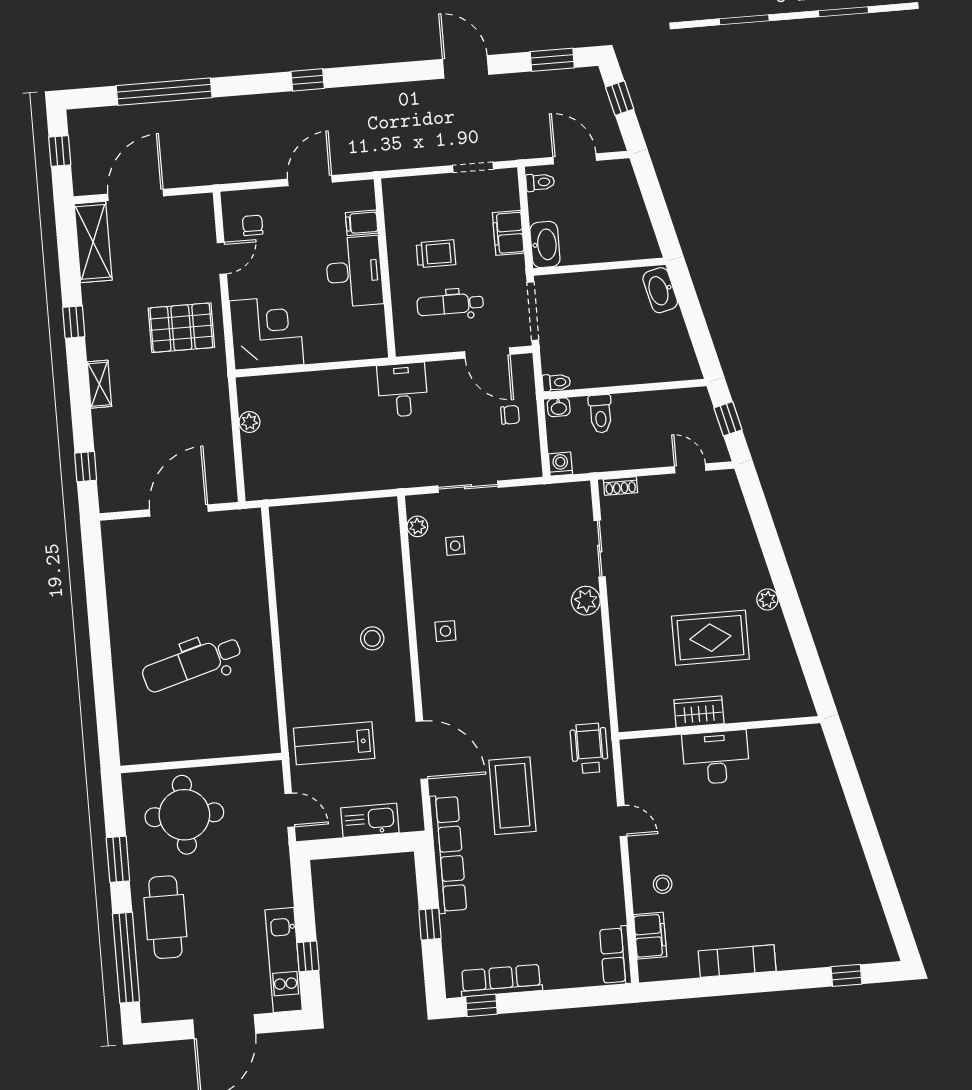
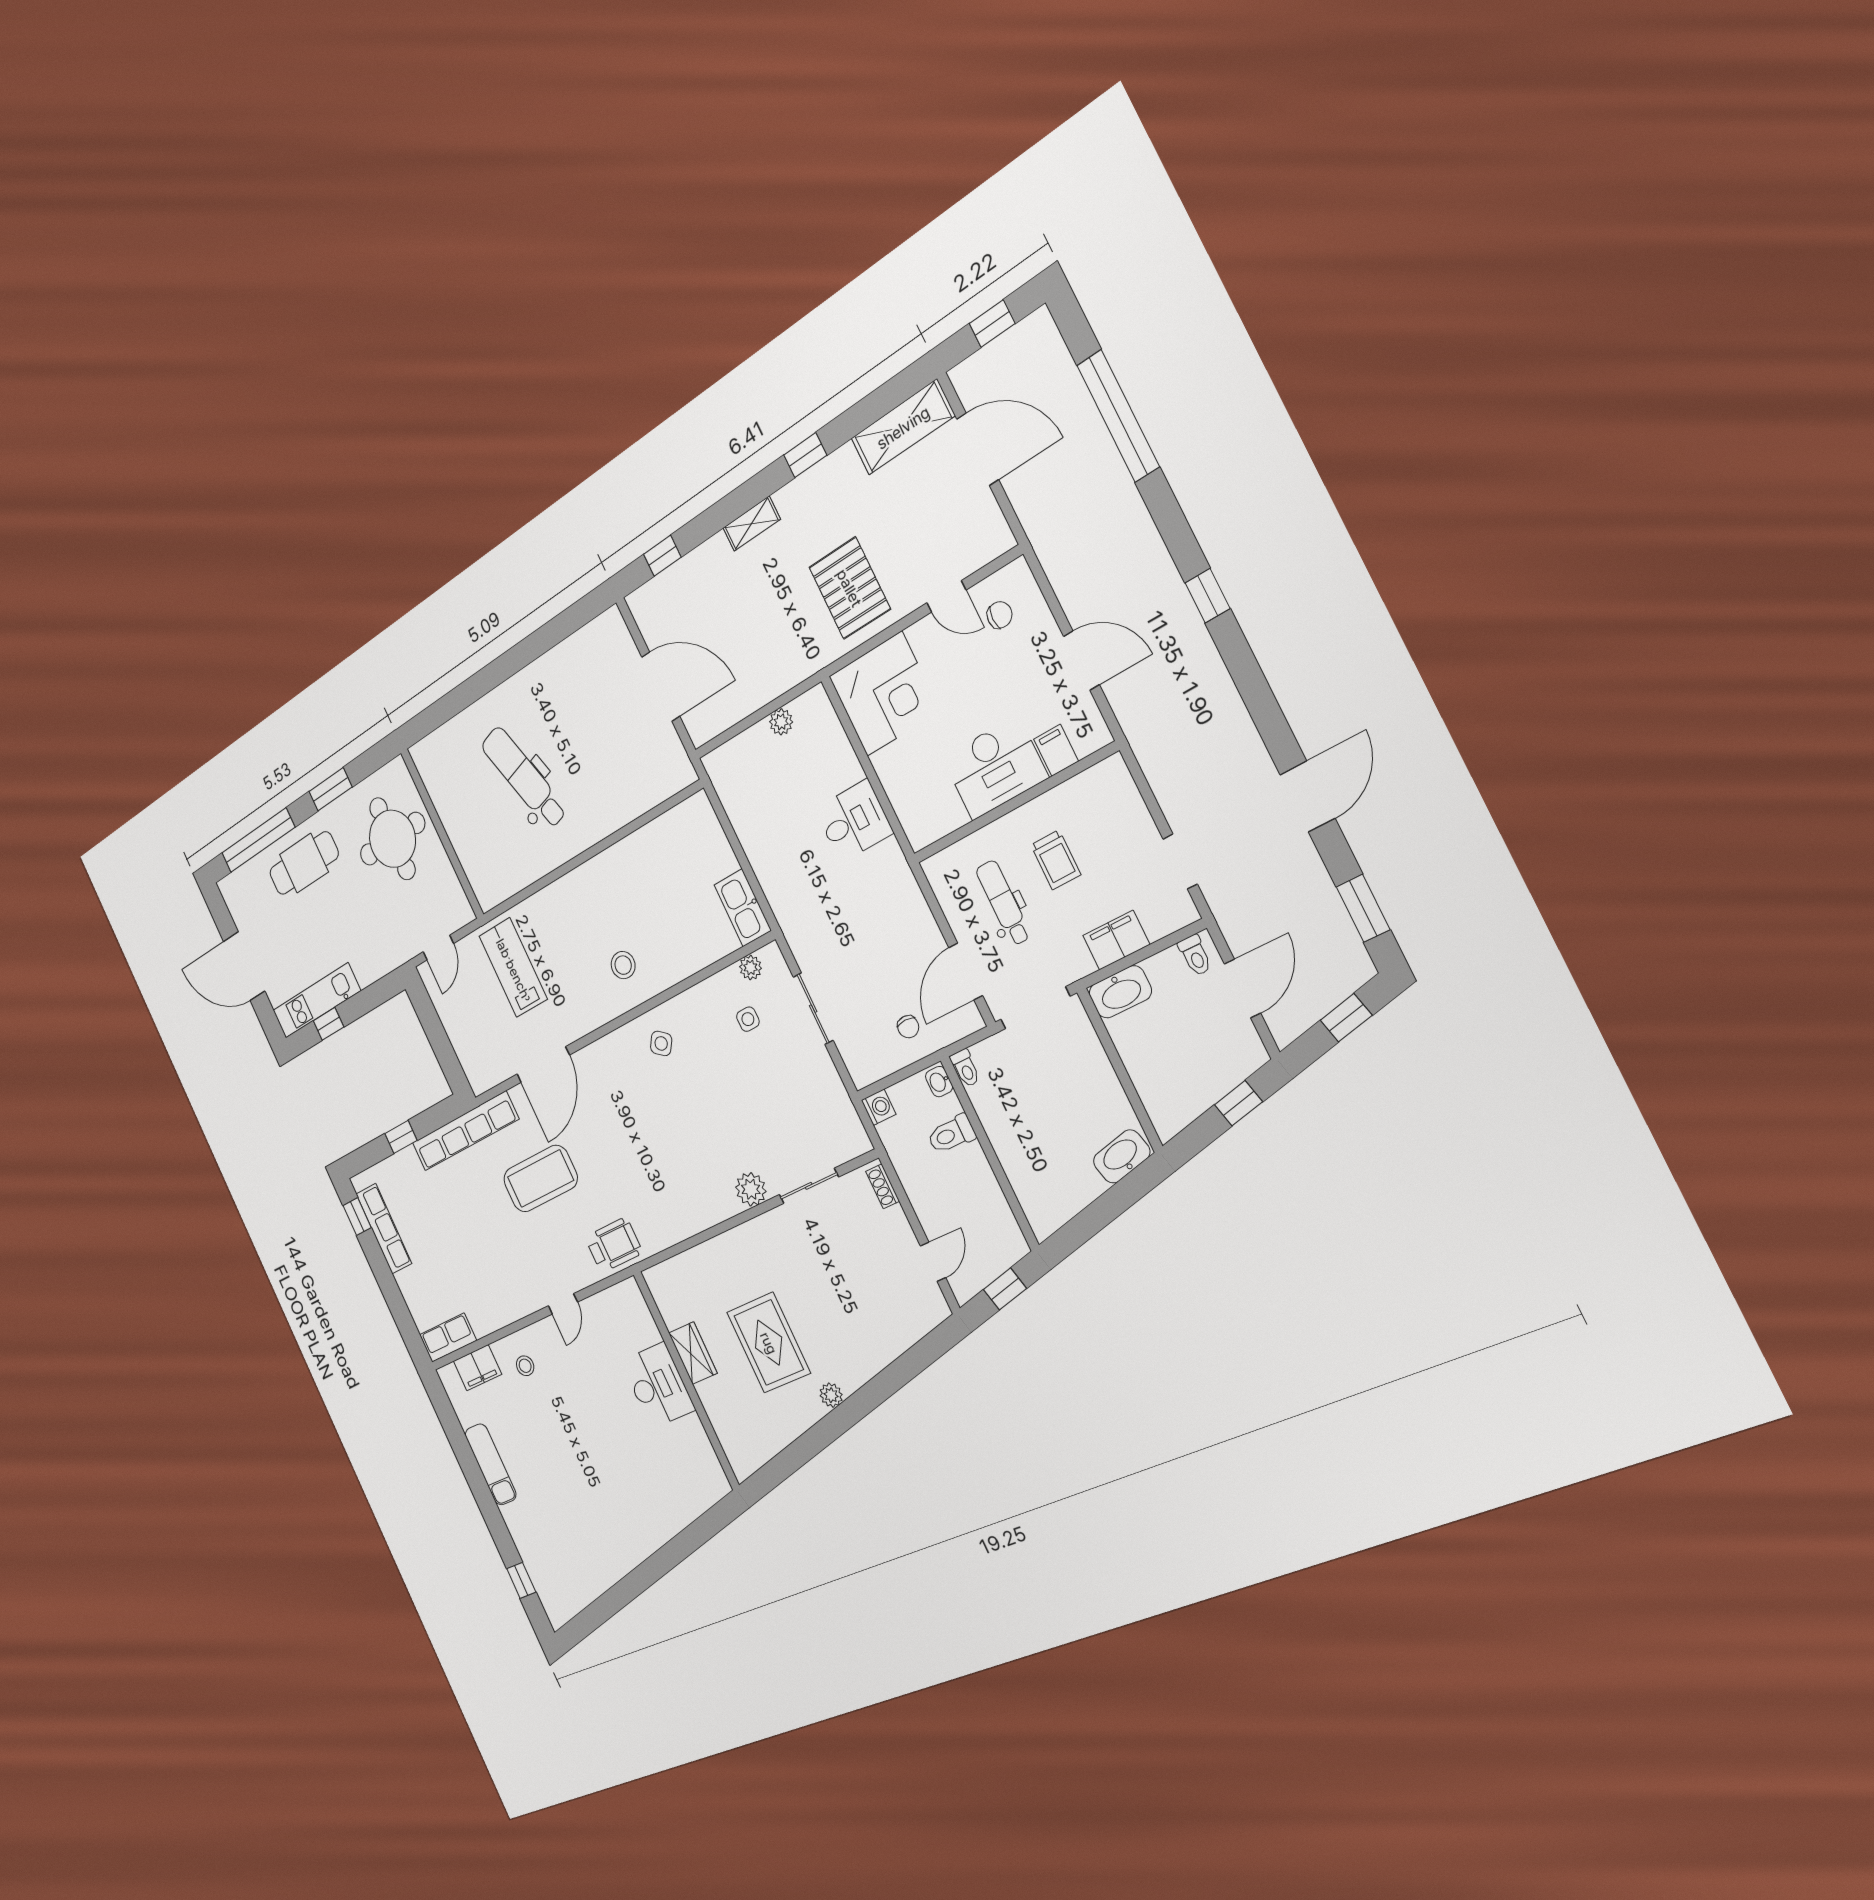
window: (651, 192) -> (1239, 1103), added
desk: (403, 390) -> (854, 821), moved
side table: (445, 631) -> (661, 1043), turned 36
kitchen sink: (370, 820) -> (743, 908), moved, turned 180

